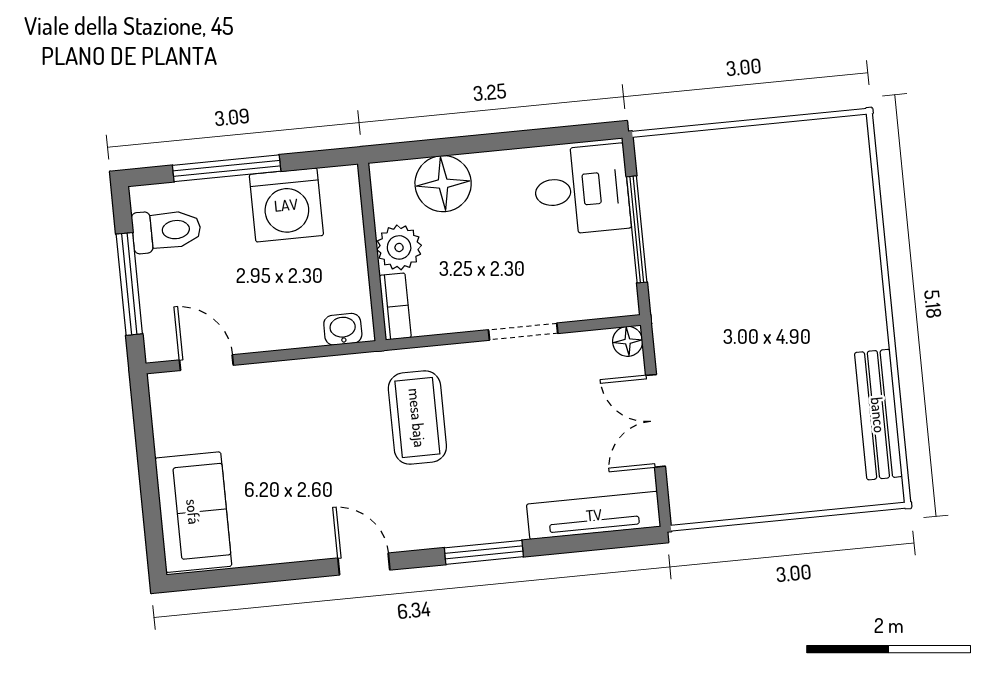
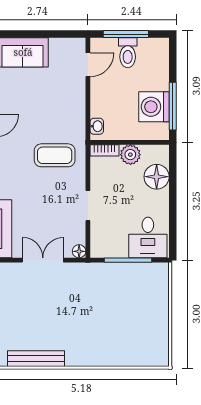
window: (227, 168) -> (173, 106), moved
toilet: (166, 231) -> (128, 53), moved

